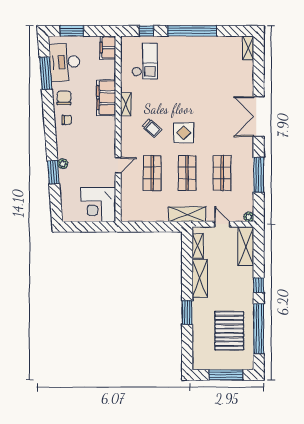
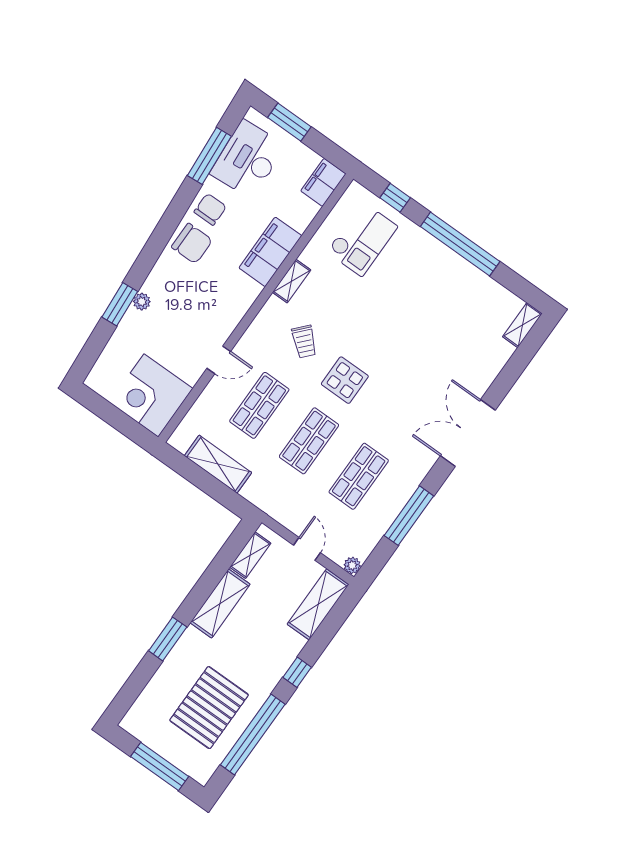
chair: (67, 120) -> (192, 244), width x1.87, depth x1.87
shelving: (187, 214) -> (218, 464), moved

